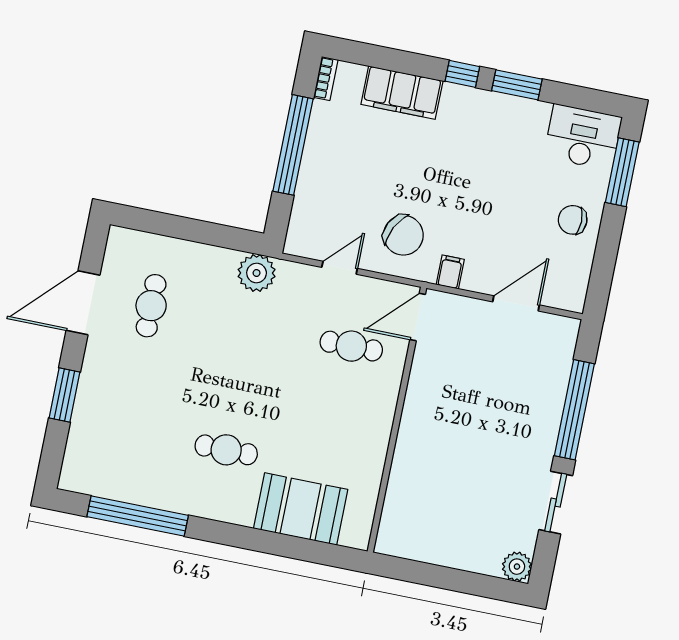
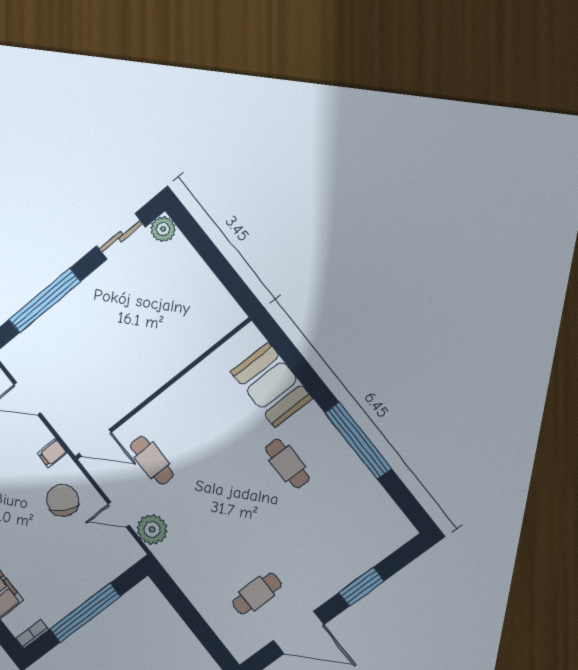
plant: (257, 273) -> (152, 529), moved
sliding door: (556, 503) -> (121, 237), moved
window: (138, 516) -> (358, 441), moved

